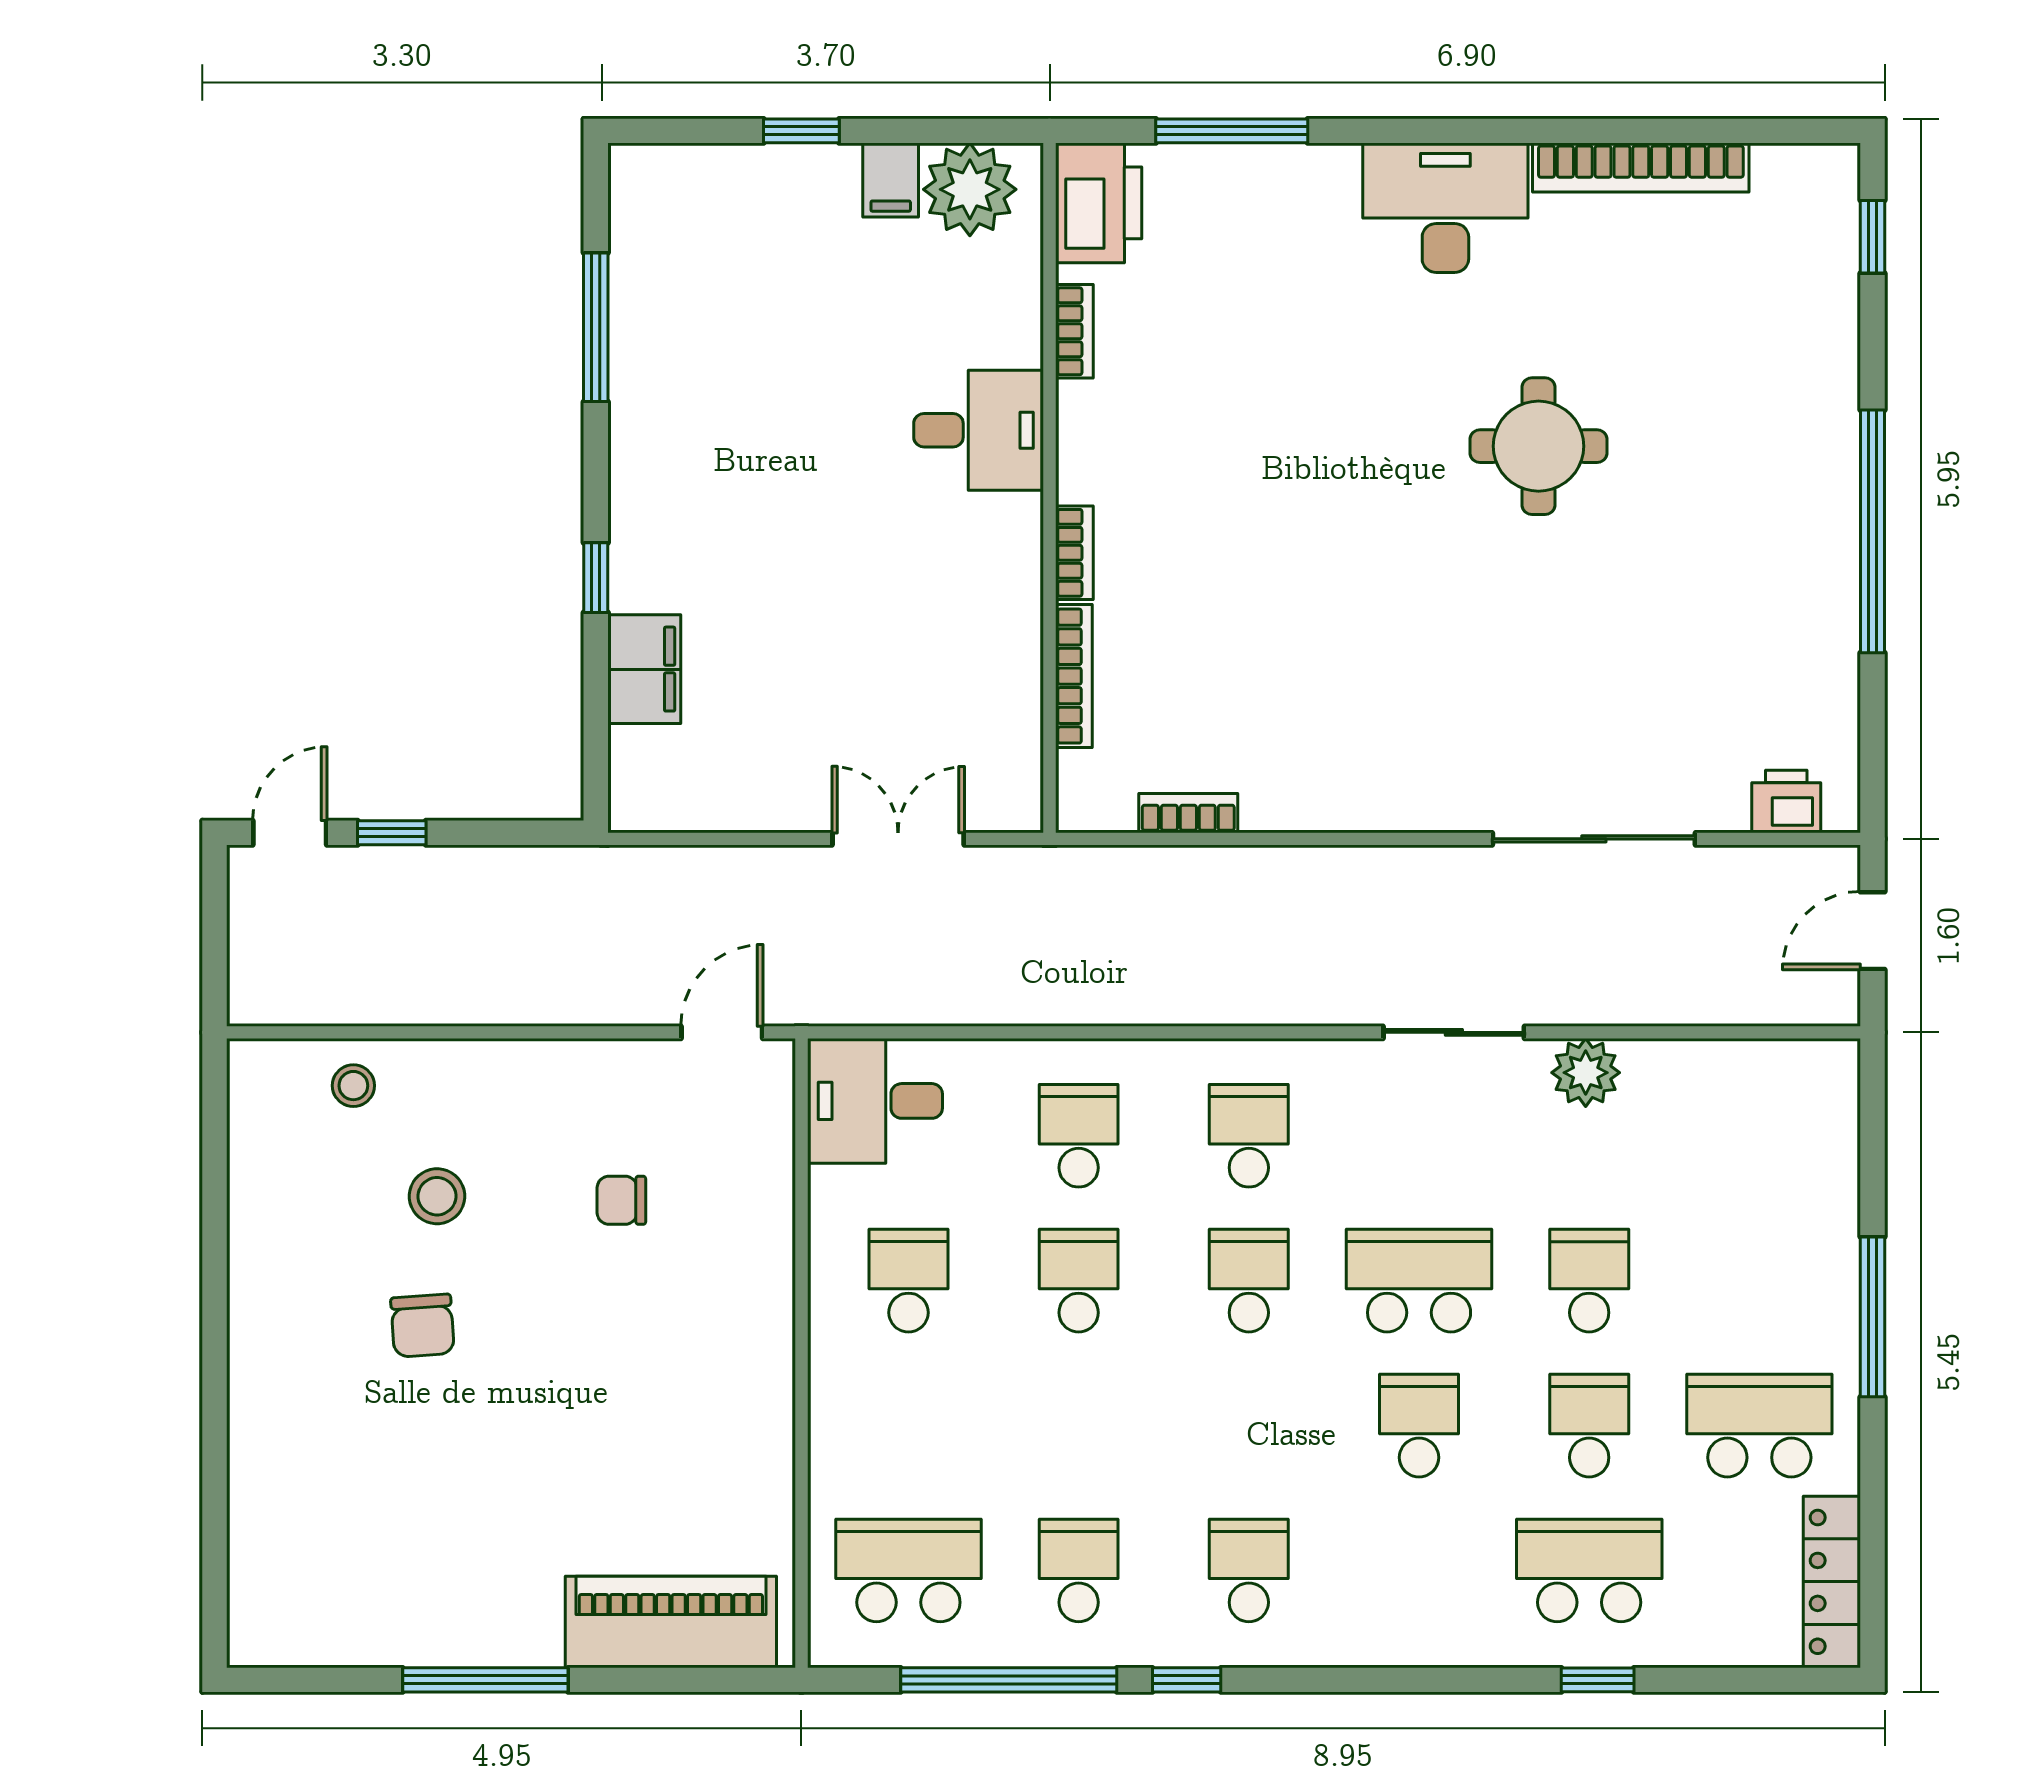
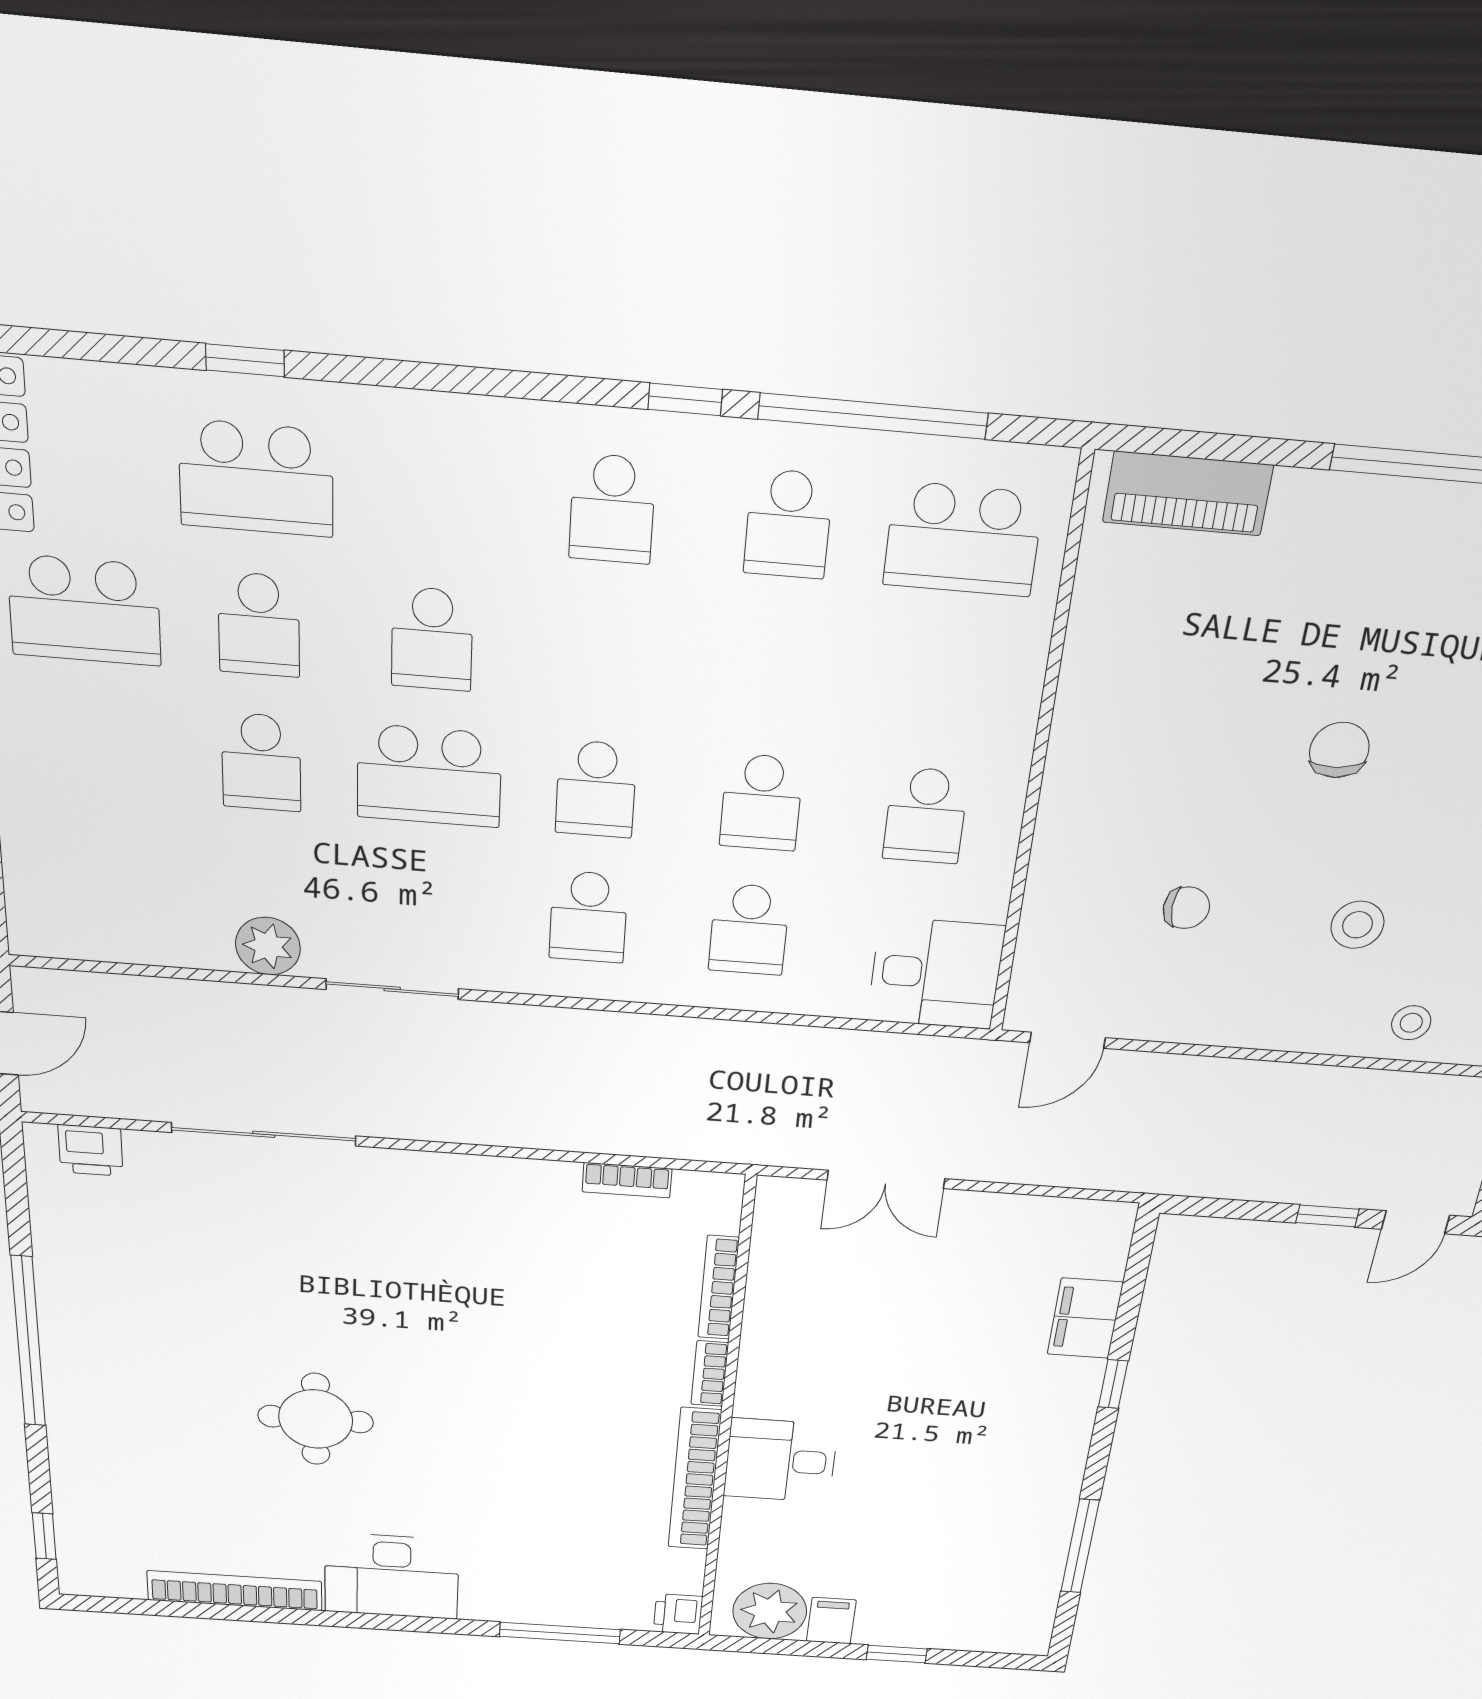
printer: (1099, 203) -> (678, 1614), width x0.53, depth x0.68
bookcase: (1074, 331) -> (695, 1479), width x2.31, depth x1.31
chair: (422, 1326) -> (1339, 750), moved
piano: (671, 1622) -> (1188, 494), width x0.73, depth x0.75

